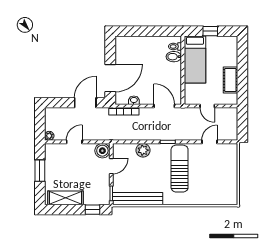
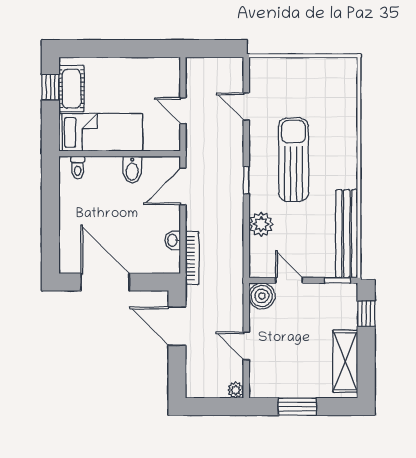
window: (210, 31) -> (50, 87), moved
bidet: (174, 57) -> (132, 170), moved
door: (110, 78) -> (105, 282), moved
cot: (230, 80) -> (71, 89), moved, turned 90
door: (207, 106) -> (183, 111), swing flipped
sun lounger: (180, 169) -> (293, 160), turned 90

